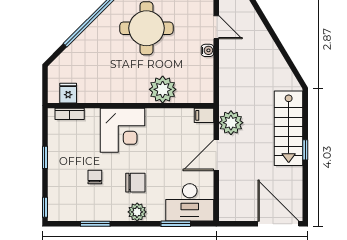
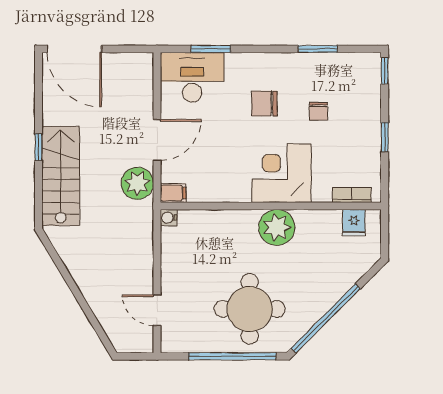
water cooler: (207, 50) -> (169, 218), moved
plant: (163, 89) -> (277, 227), moved
plant: (137, 212) -> (262, 65), removed

